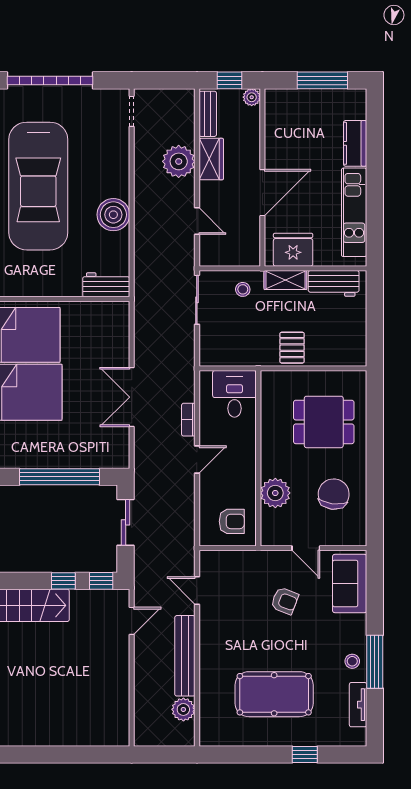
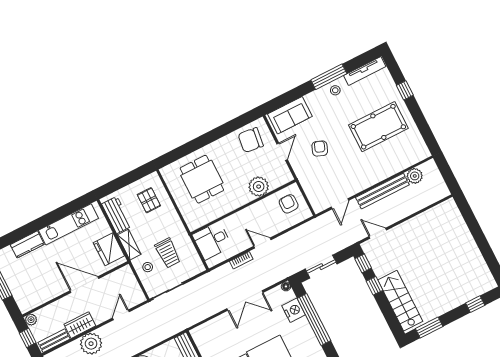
trolley: (248, 326) -> (168, 253), added
pallet: (292, 348) -> (149, 200), moved, turned 90
nightstand: (86, 456) -> (294, 310), added
floor lamp: (123, 462) -> (286, 286), added
chair: (334, 494) -> (251, 140), moved
pool table: (274, 694) -> (378, 127), turned 90
tv unit: (358, 705) -> (365, 71), width x1.41

